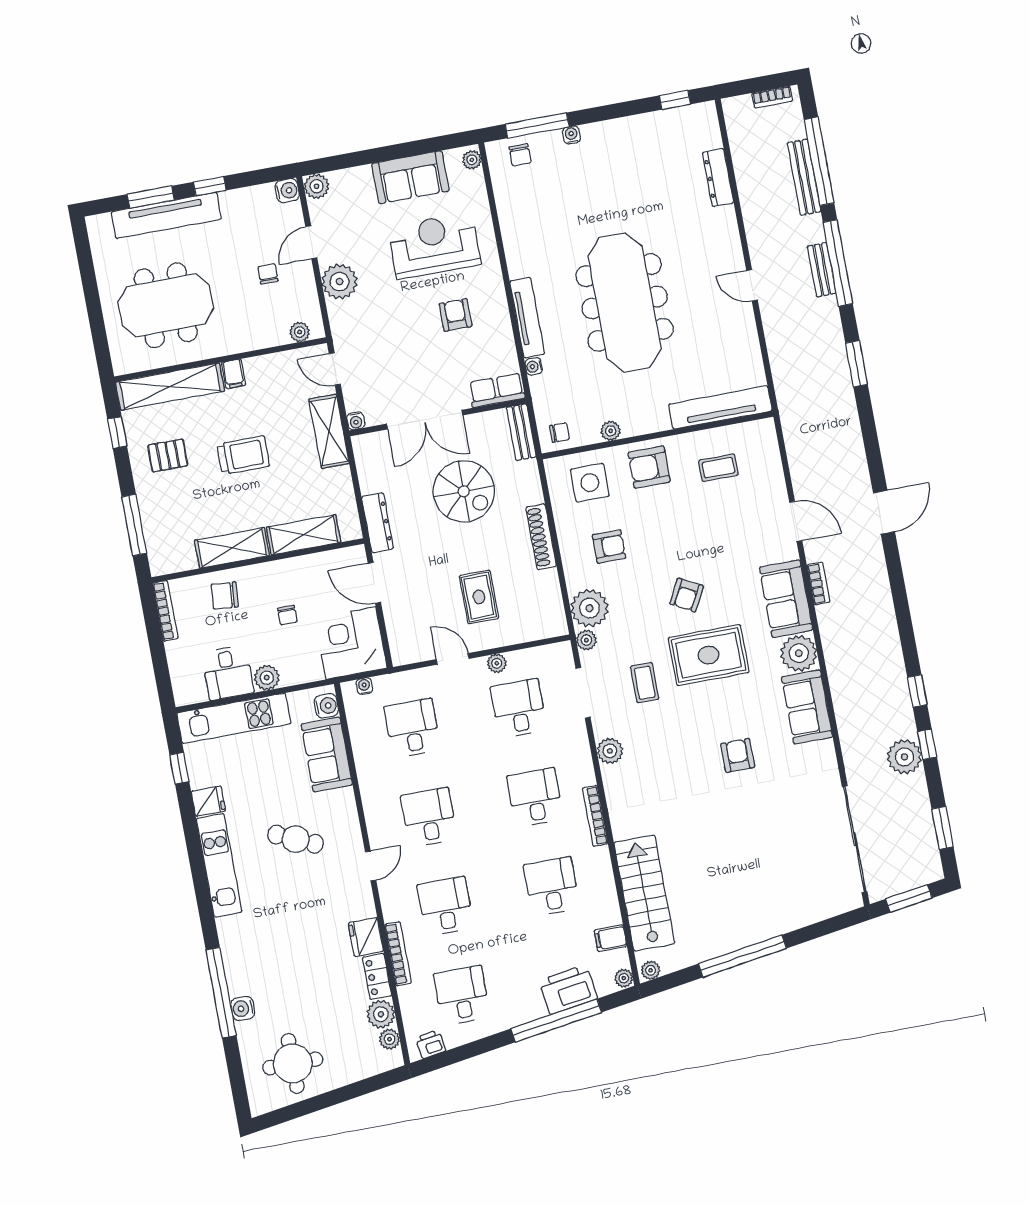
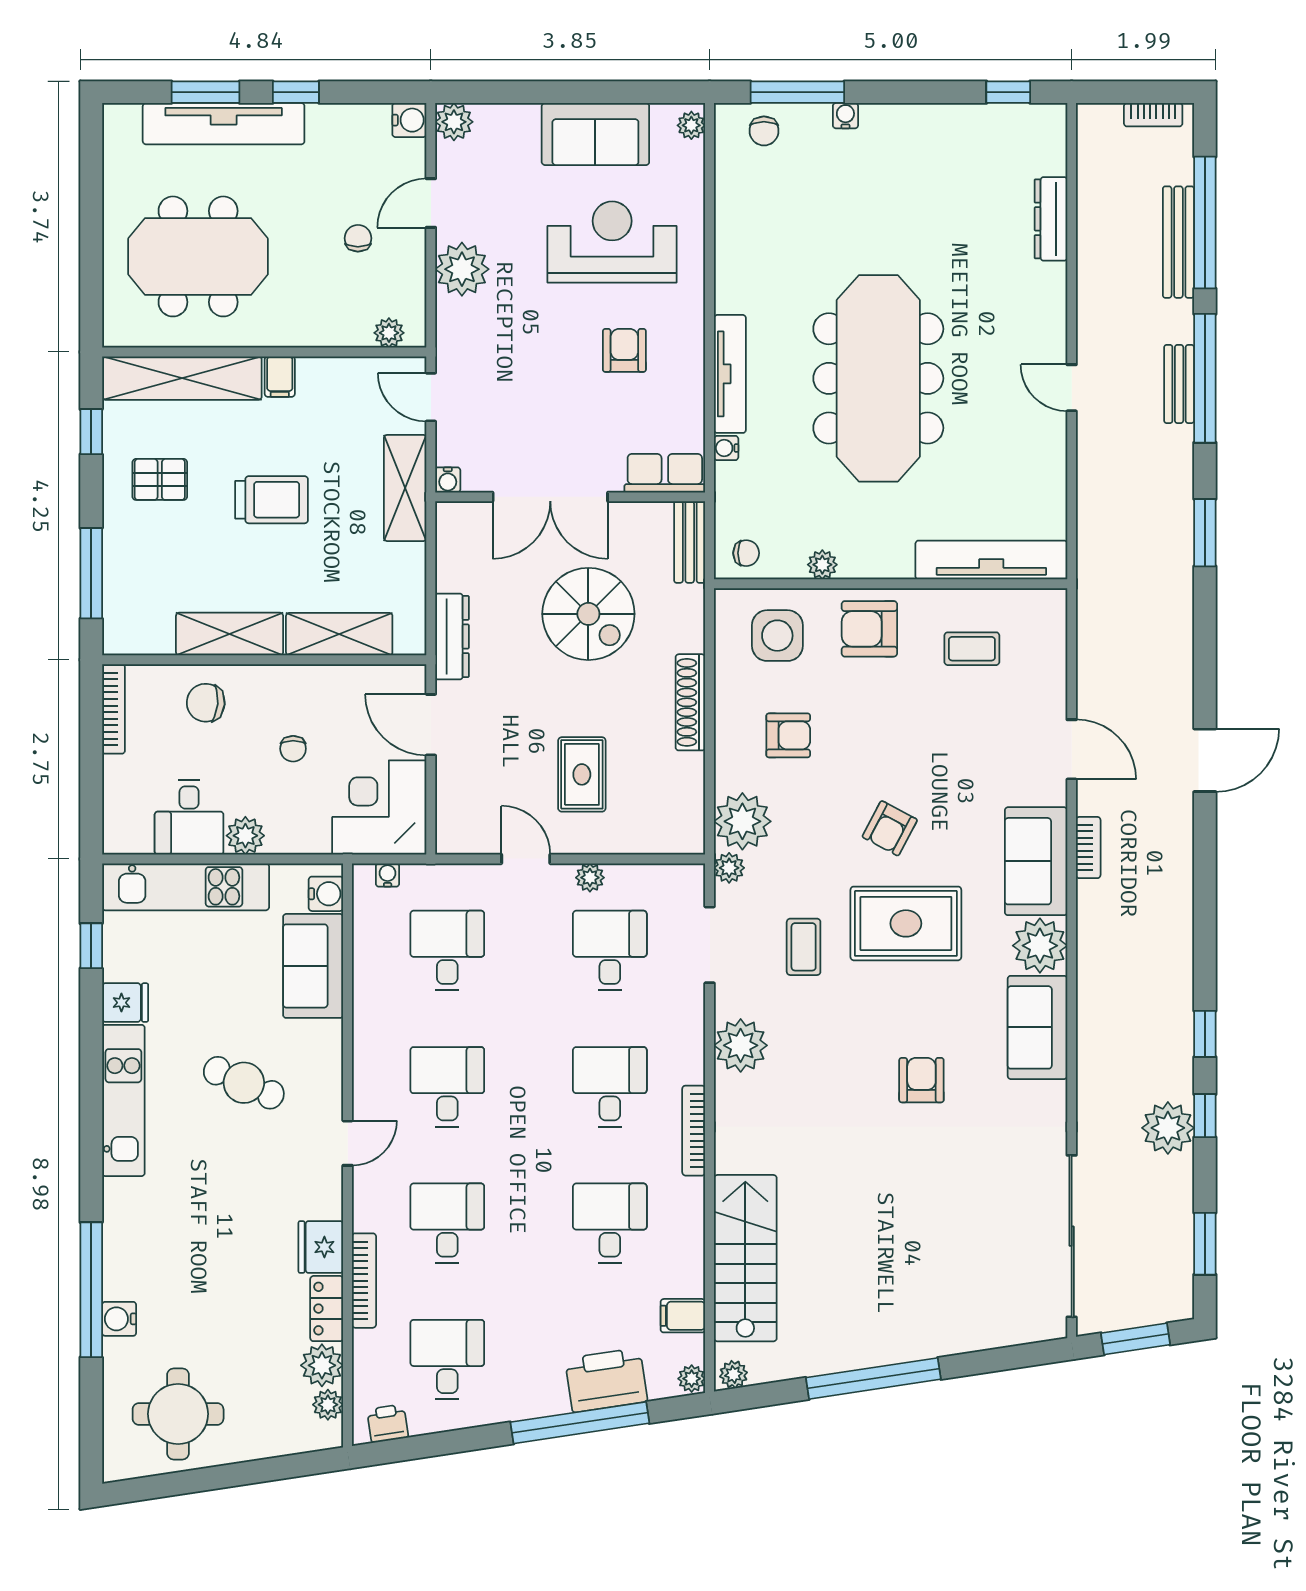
plant: (610, 751) -> (741, 1045), width x1.36, depth x1.36

